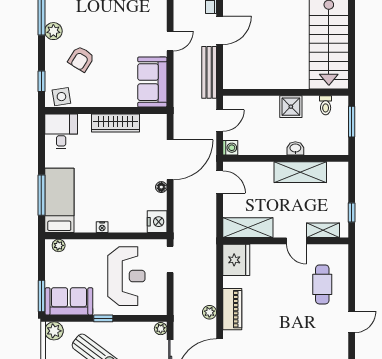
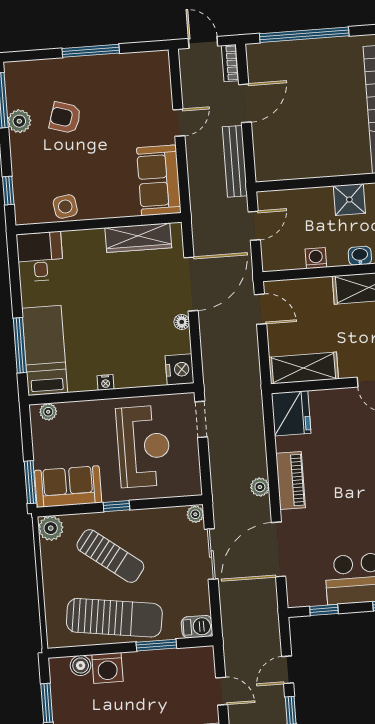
armchair: (81, 59) -> (65, 118), moved, turned 75
side table: (61, 97) -> (65, 207), moved
wardrobe: (115, 123) -> (138, 238), moved
washing machine: (230, 148) -> (316, 258), moved, turned -90

